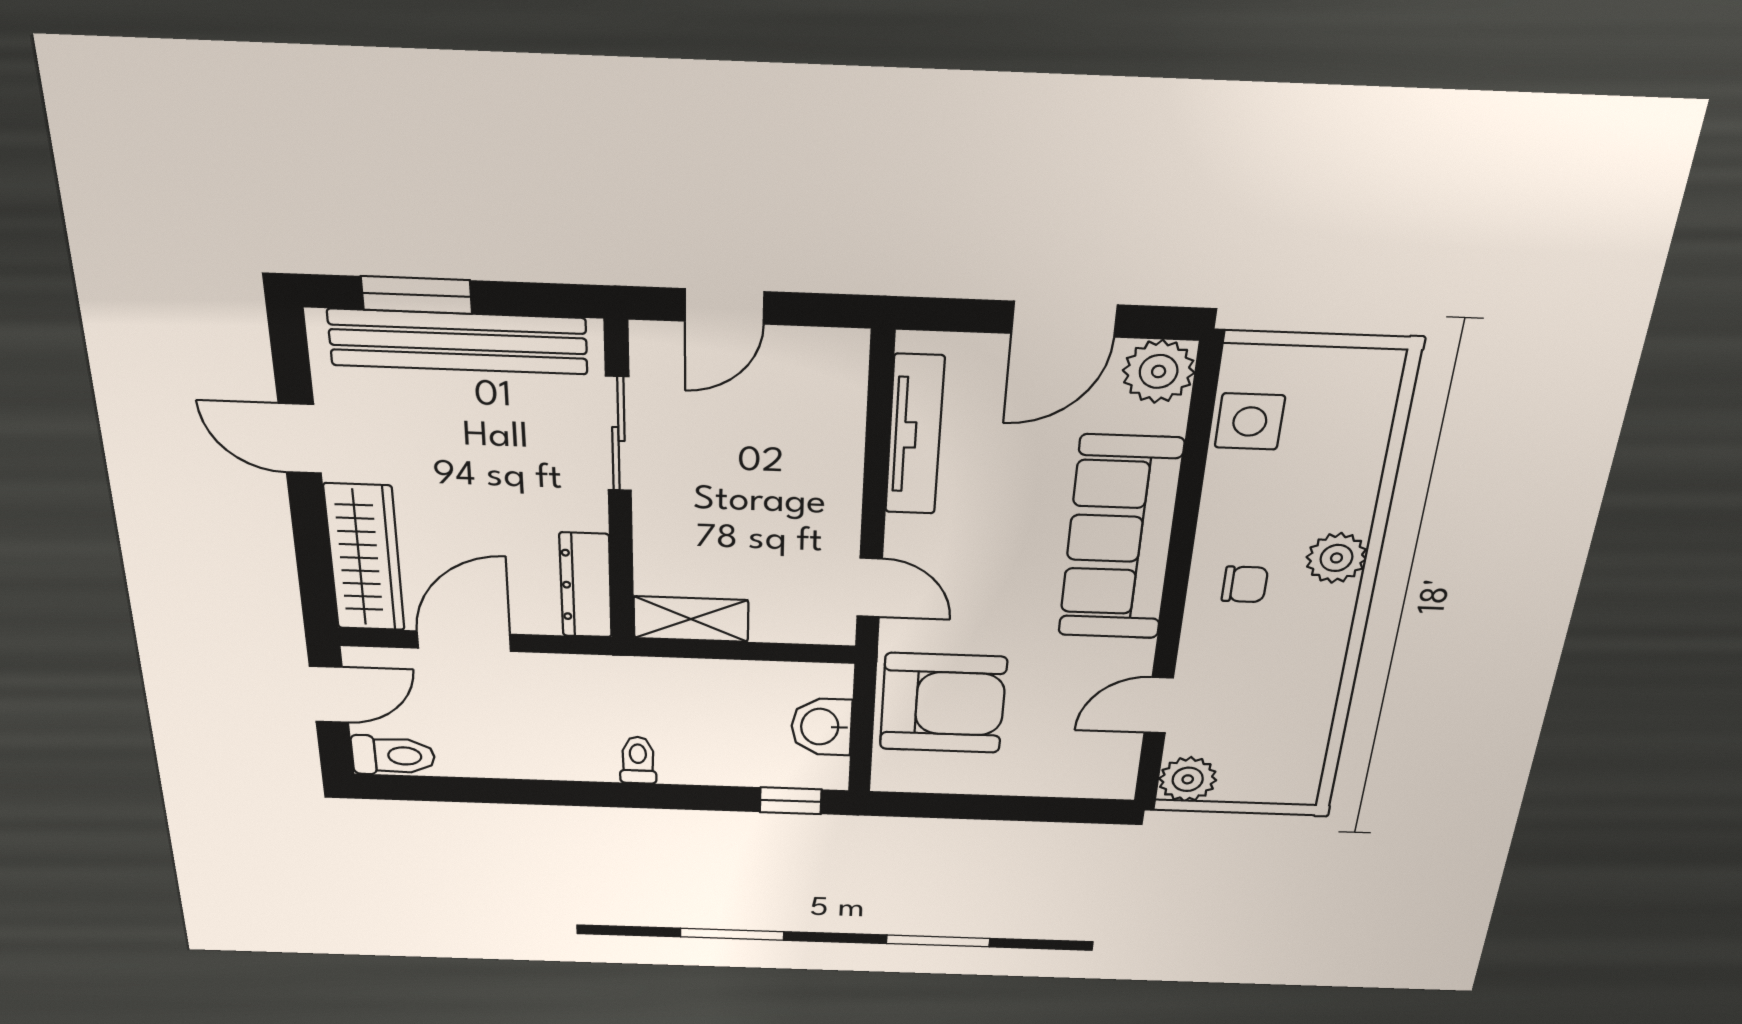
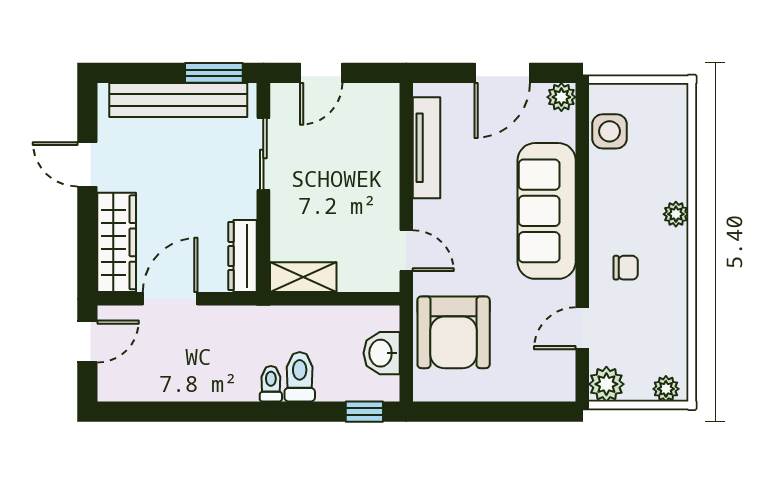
window: (417, 295) -> (214, 73), moved
plant: (1159, 371) -> (561, 97), width x0.73, depth x0.73
plant: (1336, 558) -> (676, 214), width x0.73, depth x0.73
chair: (1245, 584) -> (626, 268), moved
armchair: (943, 703) -> (454, 332), turned 90
toilet: (393, 756) -> (300, 377), moved, turned -90
plant: (1284, 789) -> (666, 389), added

